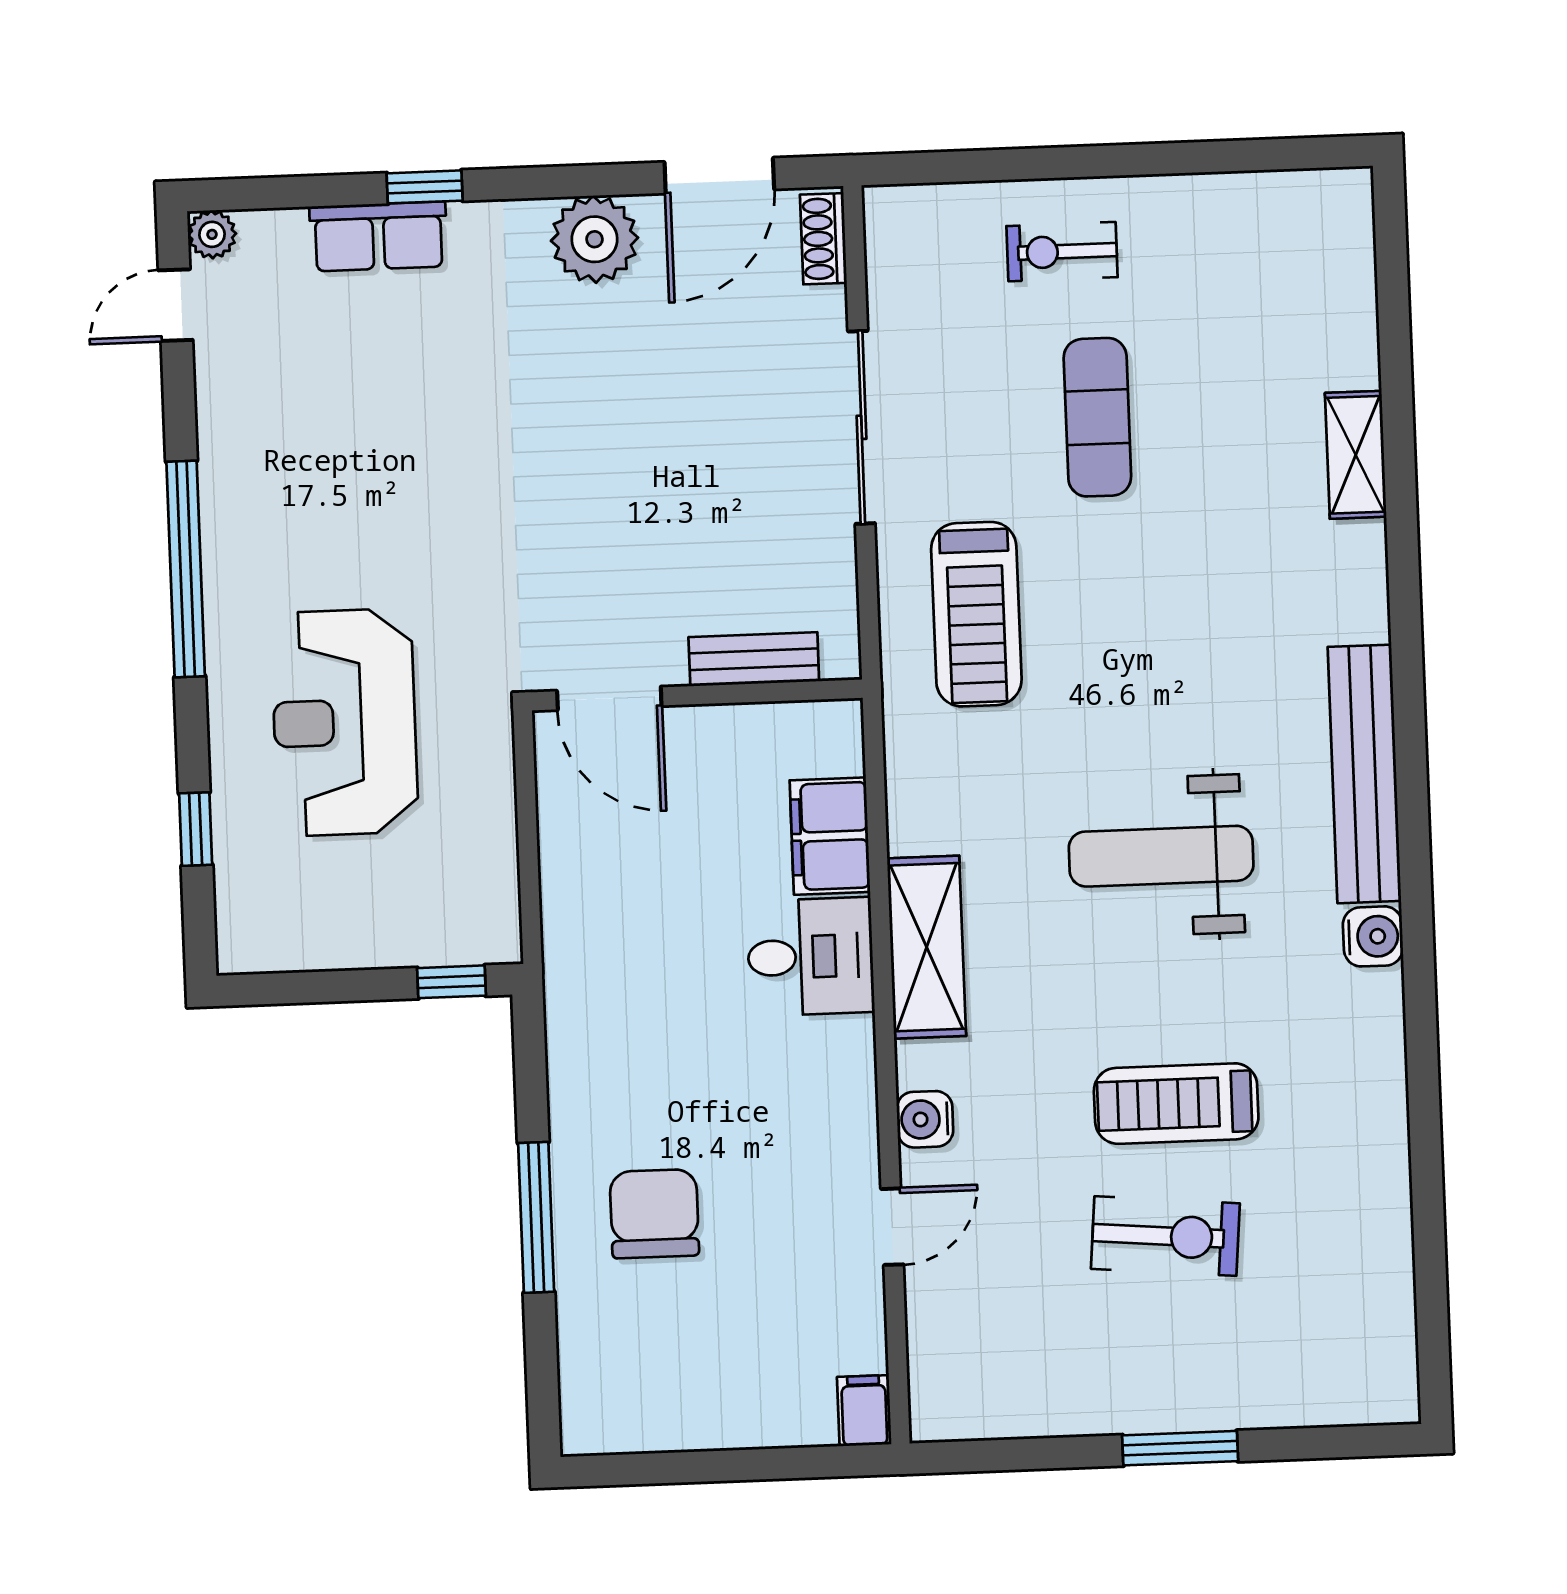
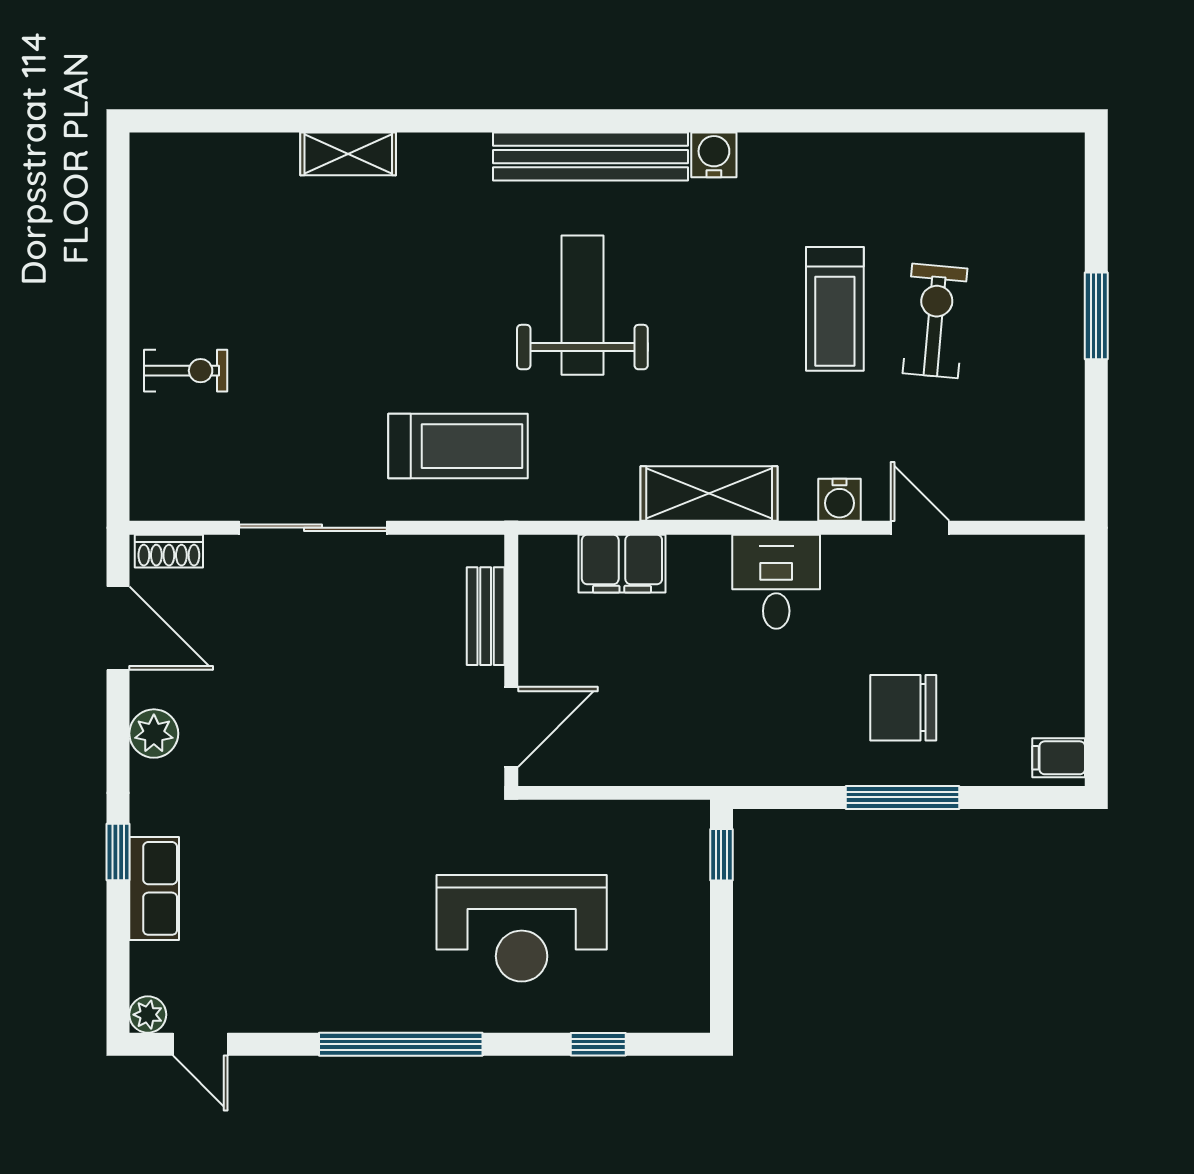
plant: (595, 239) -> (154, 734), width x0.73, depth x0.73
exercise bike: (1062, 252) -> (186, 371), turned -90
exercise mat: (1097, 417) -> (312, 349), removed
weight bench: (1161, 856) -> (582, 305), moved, turned 180
desk: (811, 957) -> (776, 582), moved
filing cabinet: (864, 1411) -> (1059, 758), moved

